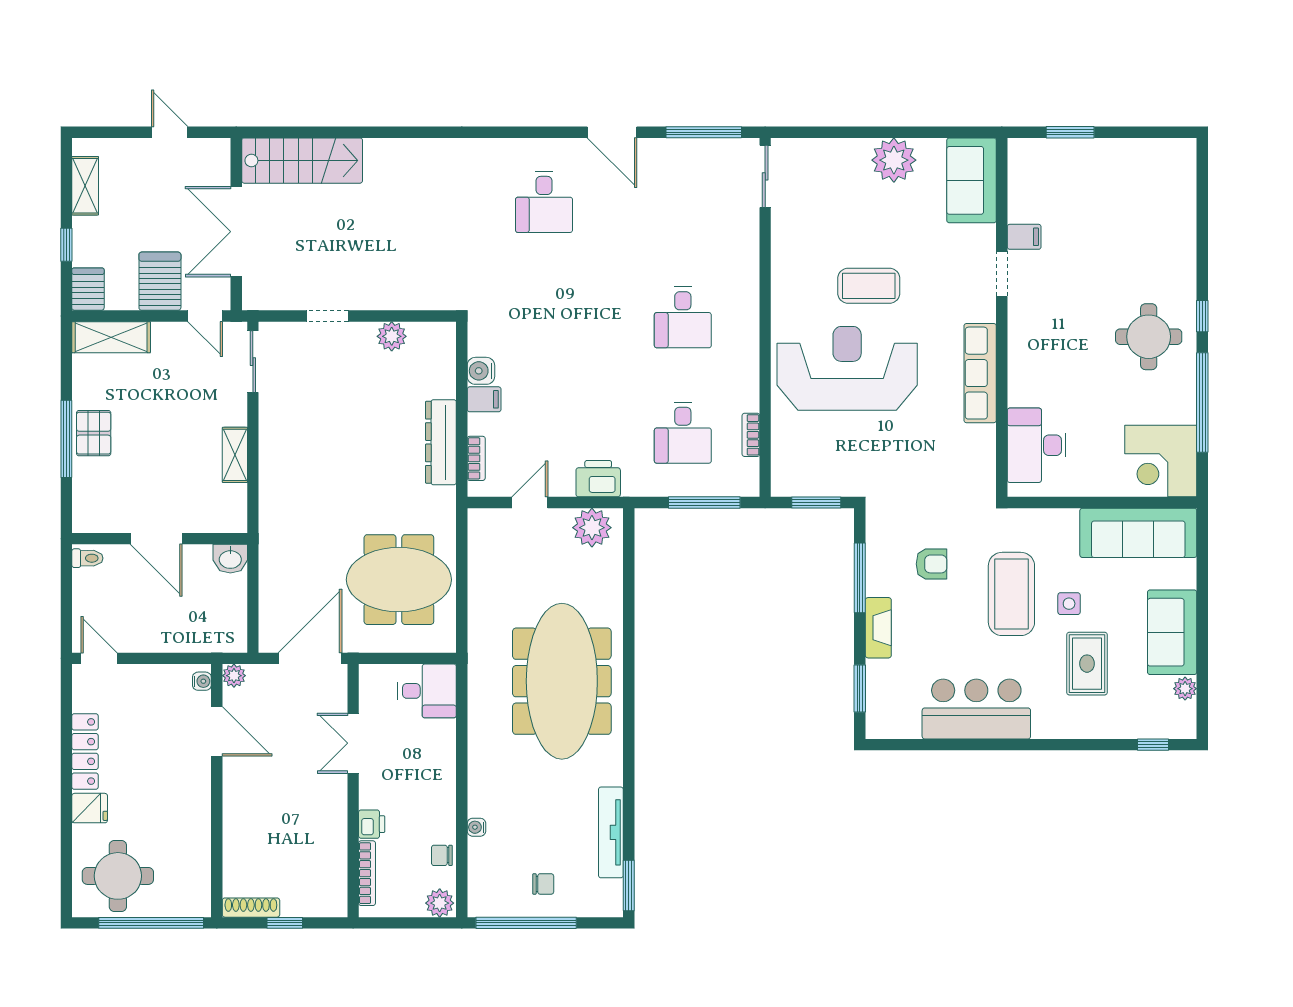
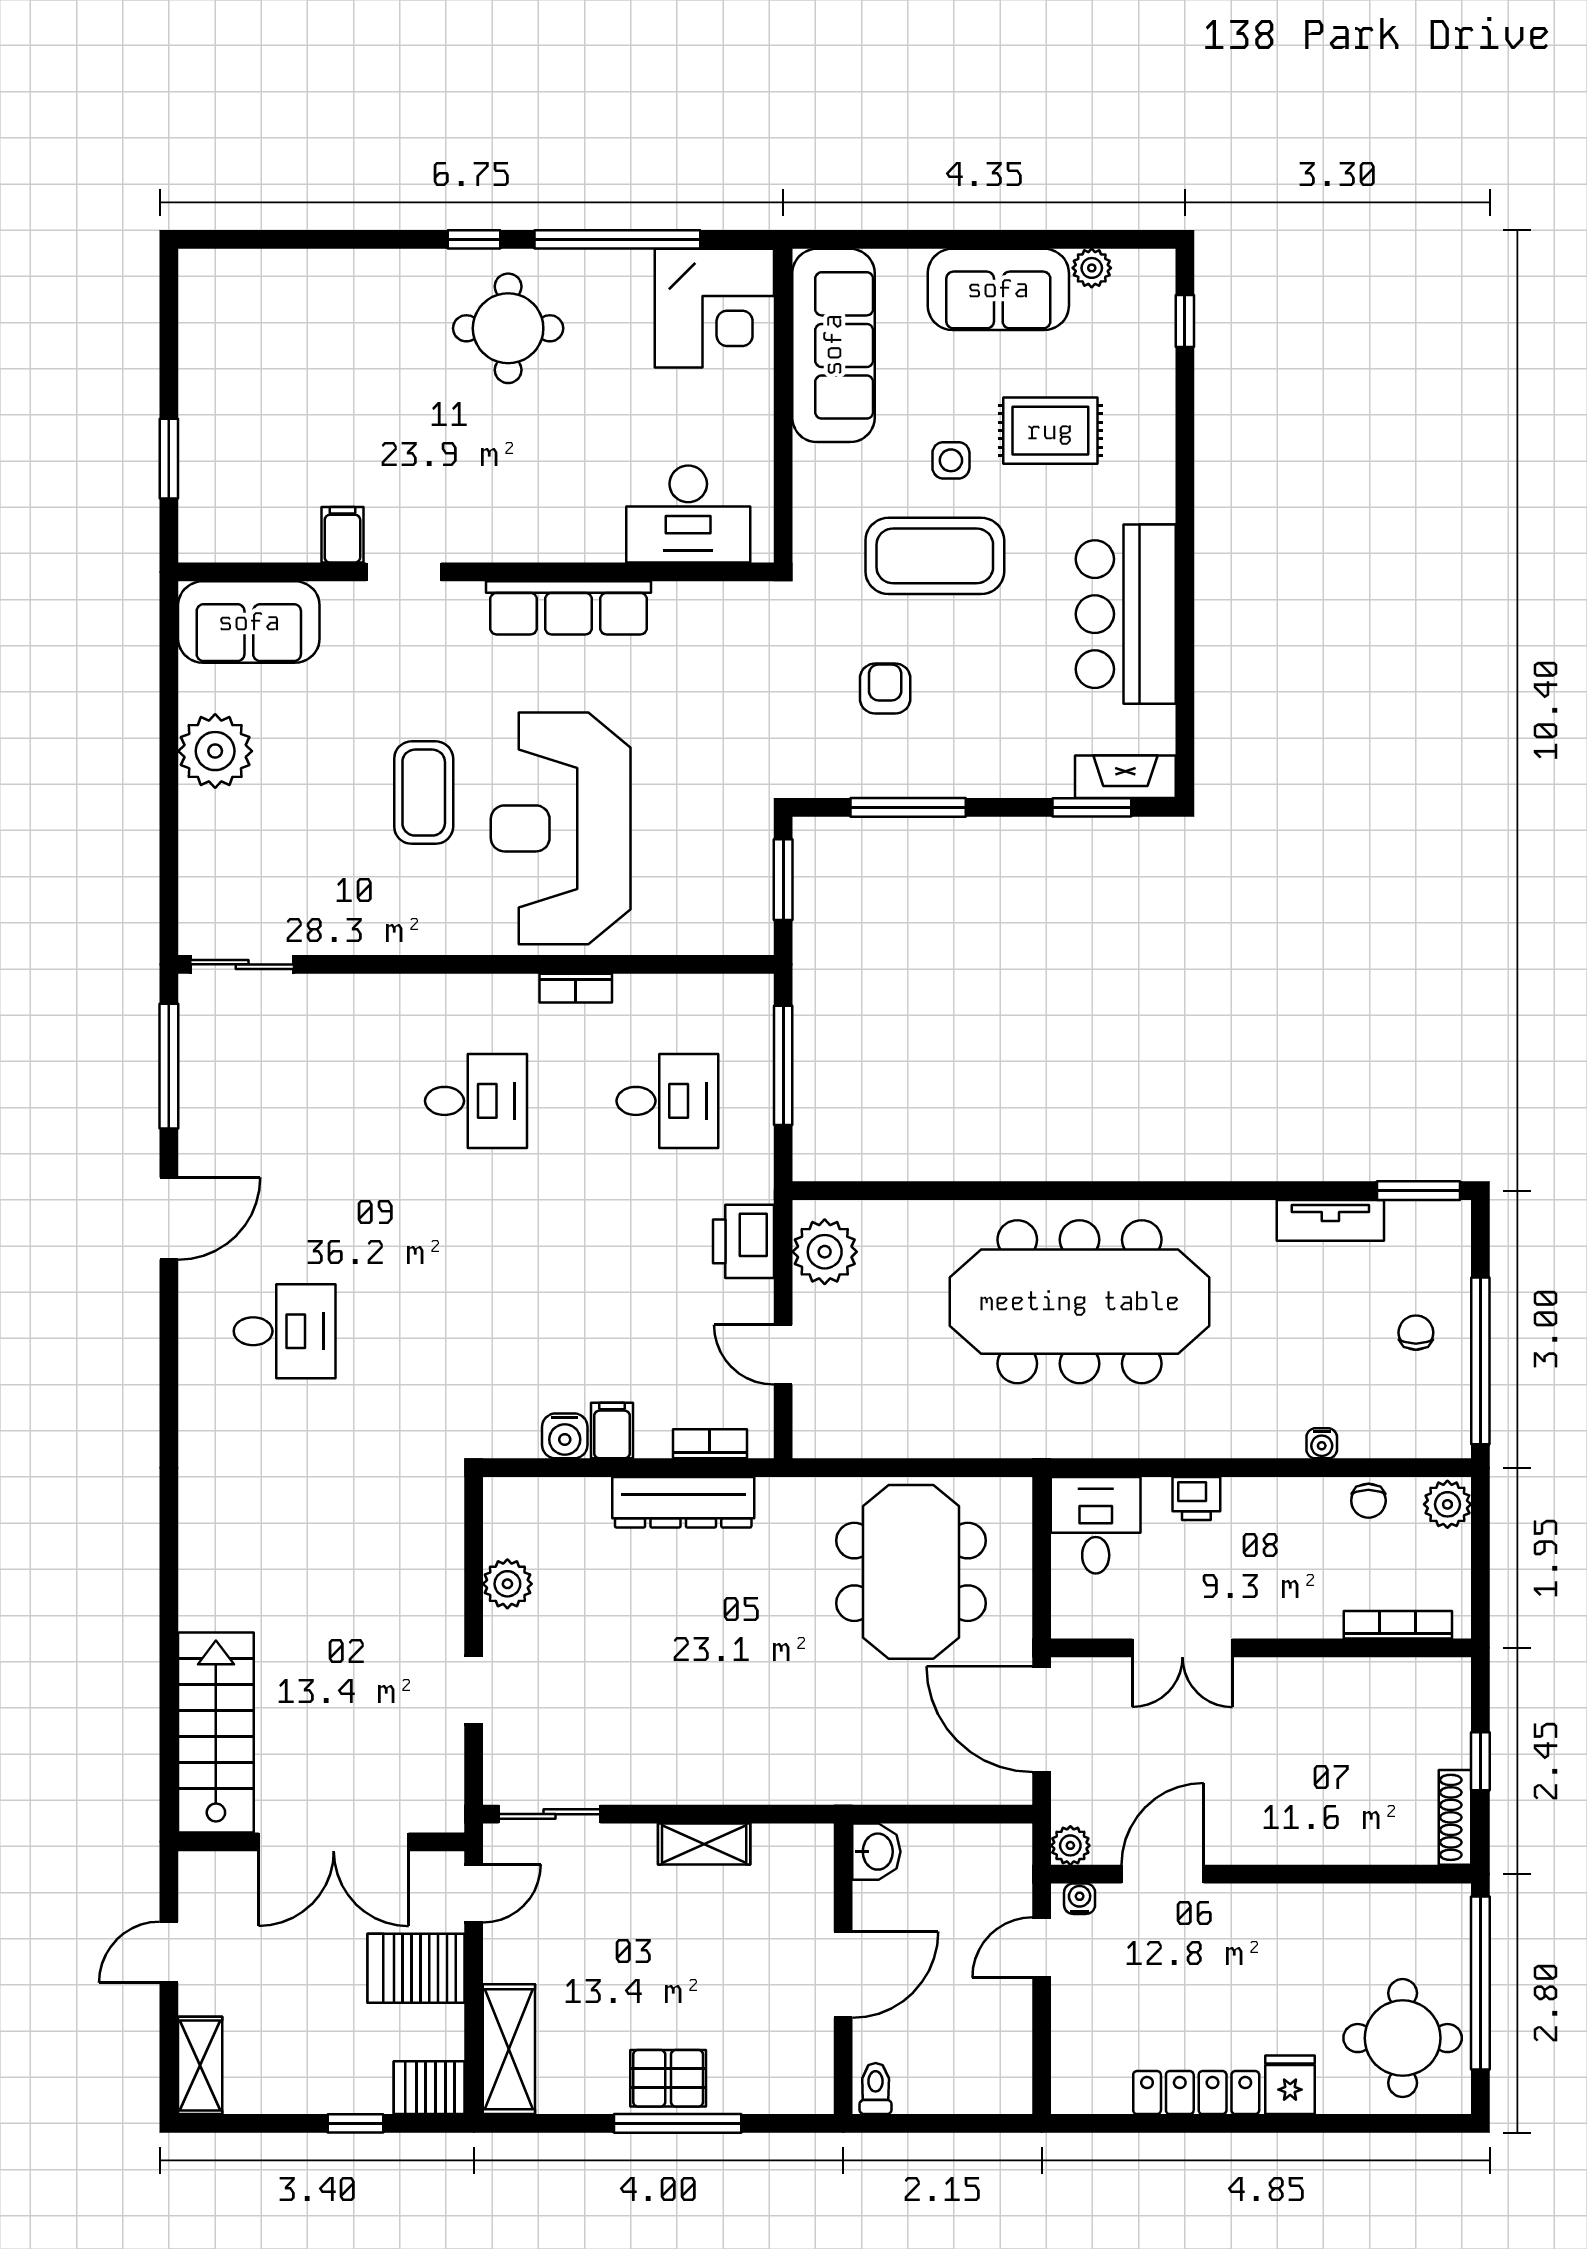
shelving: (85, 186) -> (200, 2065), moved, turned 90
bookcase: (751, 435) -> (576, 988), moved
fireplace: (878, 628) -> (1125, 777), moved
door: (99, 658) -> (1042, 1947), moved
printer: (372, 824) -> (1196, 1499), moved, turned 180
tv unit: (611, 832) -> (1330, 1220), width x0.71

